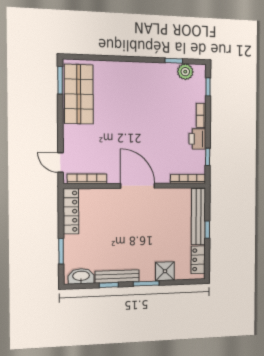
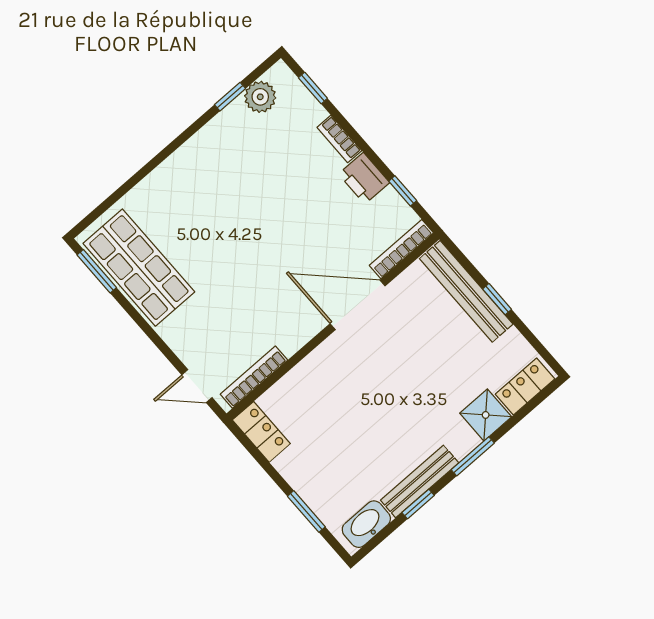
door: (138, 186) -> (358, 305), moved
locker: (71, 211) -> (261, 432), width x0.66
locker: (198, 260) -> (525, 387), moved, turned 90

